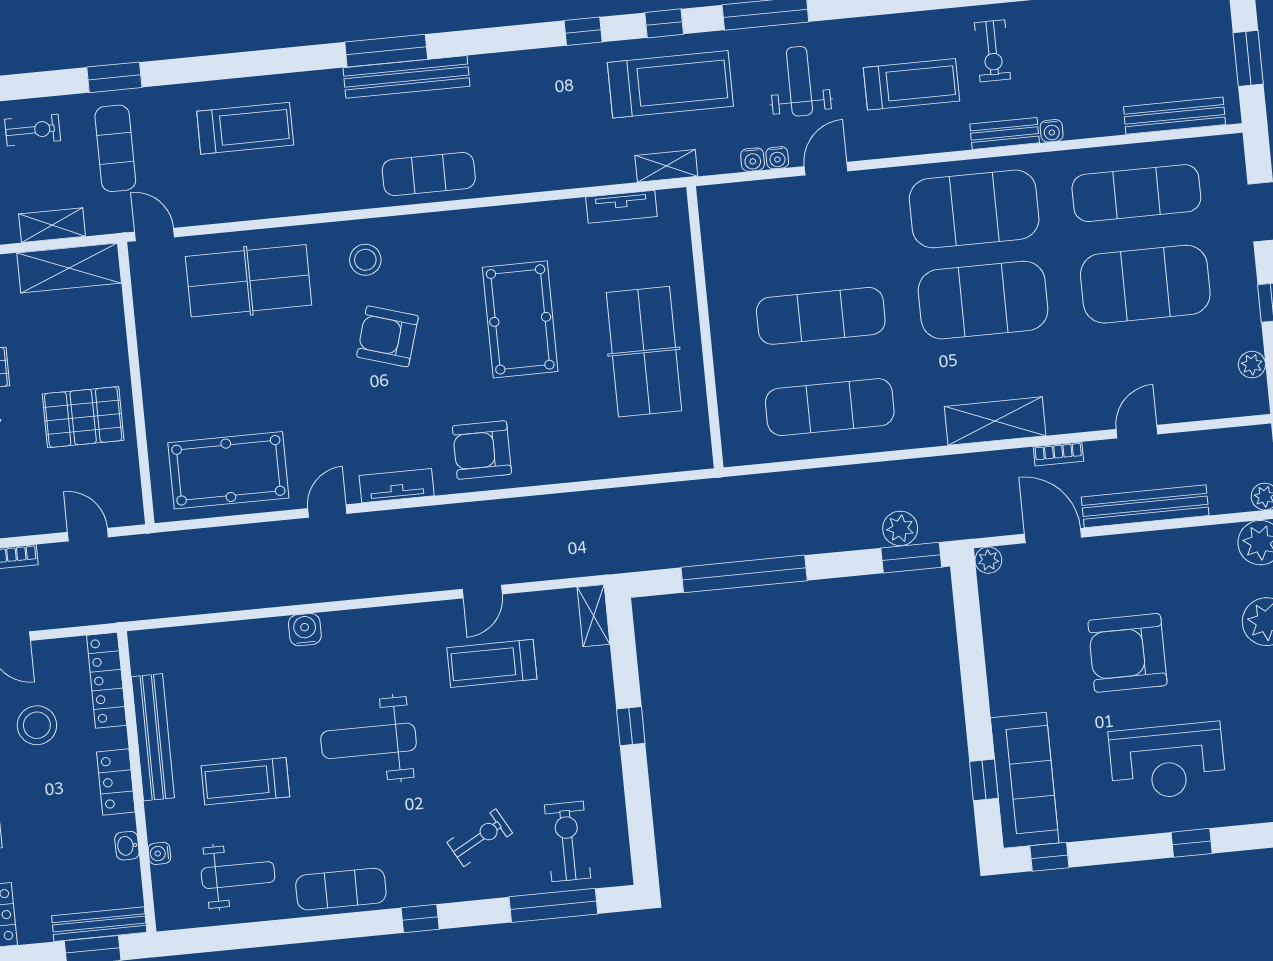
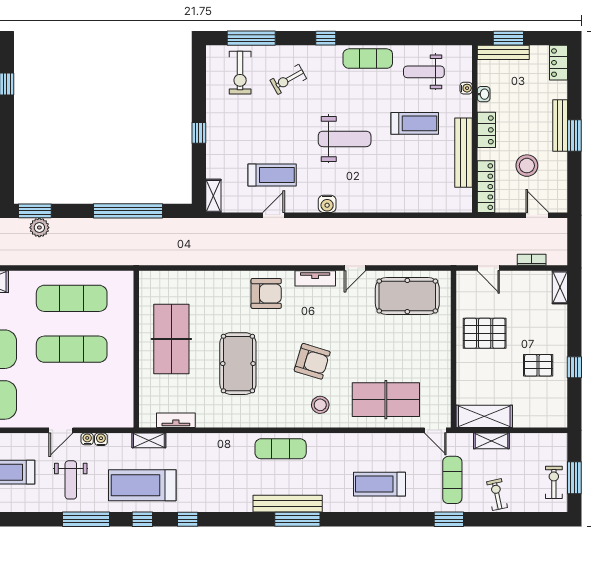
exercise bike: (33, 130) -> (497, 495), turned 78
water cooler: (305, 630) -> (327, 204), moved

